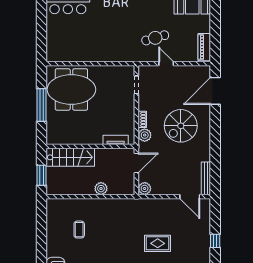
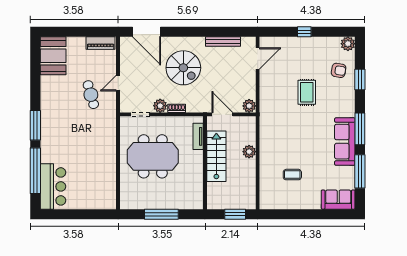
meeting table: (71, 89) -> (153, 156), moved, turned 90
plant: (145, 135) -> (160, 106), moved
stairs: (70, 157) -> (216, 156), moved
bench: (206, 178) -> (223, 41), moved

